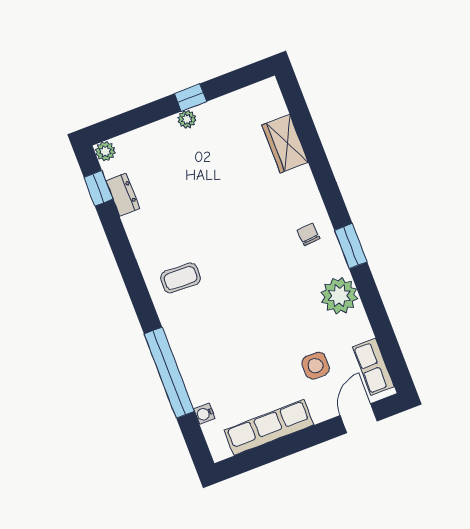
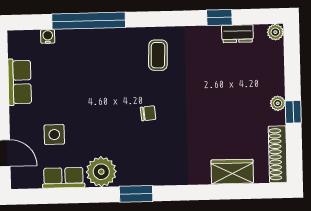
shoe rack: (246, 98) -> (278, 154), added
window: (98, 188) -> (219, 18), moved
chair: (308, 234) -> (148, 113), moved
row of seats: (373, 367) -> (63, 178), moved
row of seats: (269, 427) -> (20, 82), width x0.68

